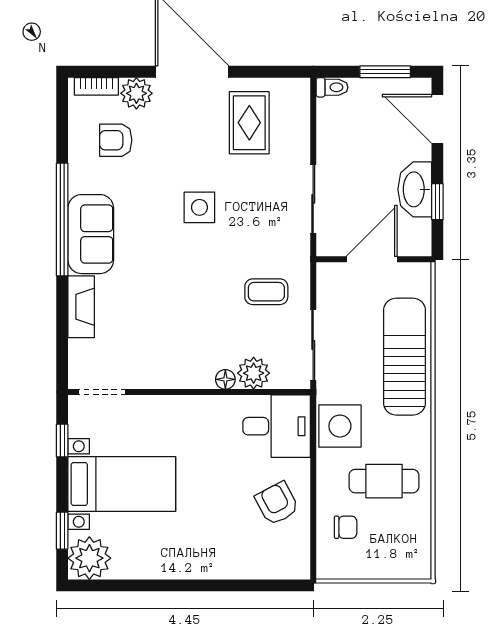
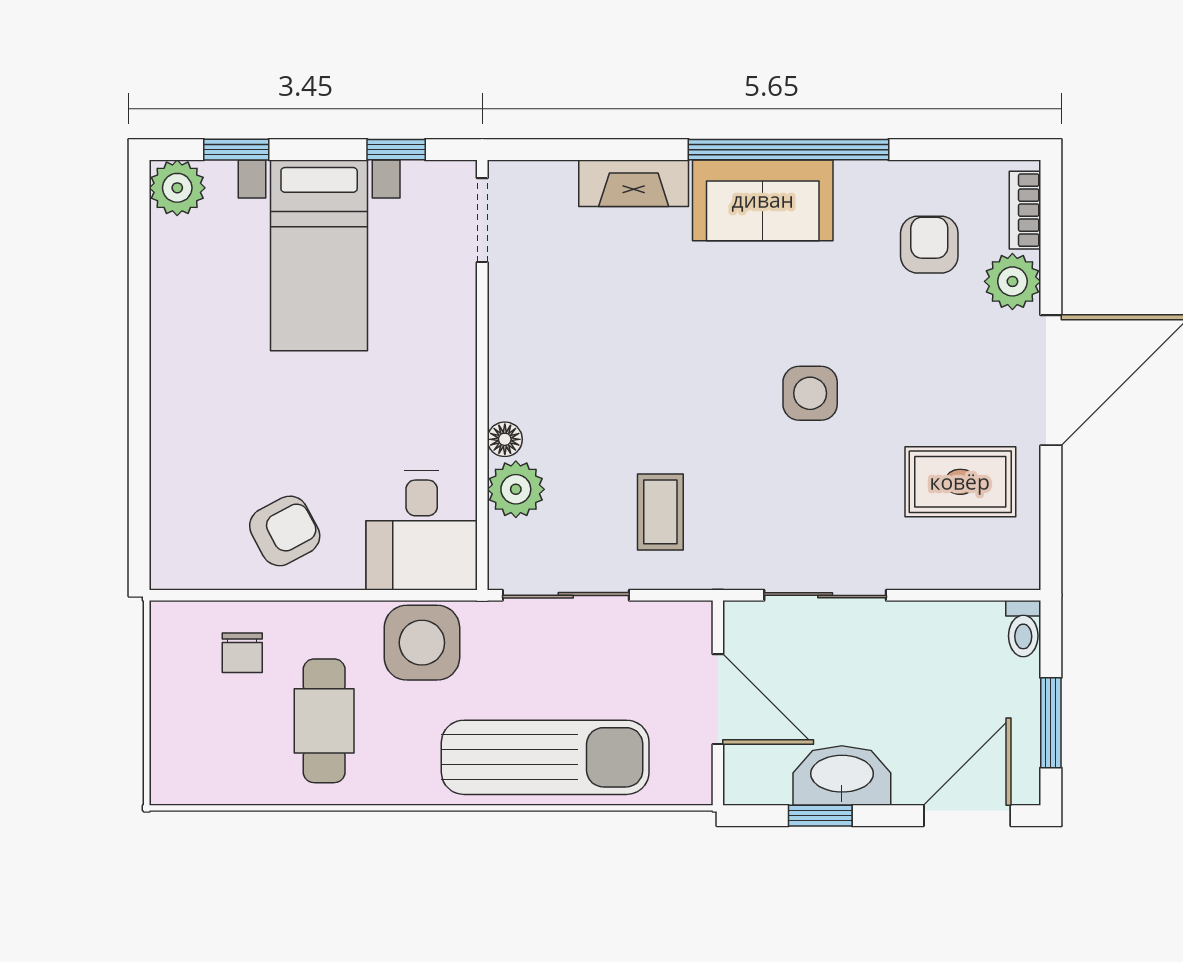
plant: (89, 558) -> (177, 188), width x0.73, depth x0.73

